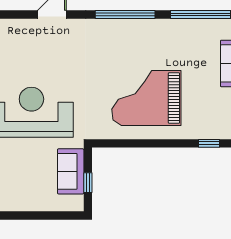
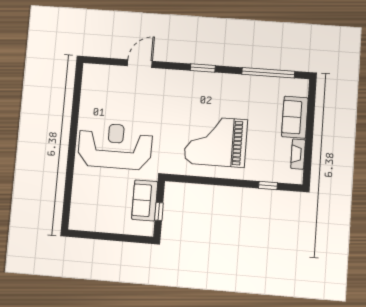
window: (125, 15) -> (203, 68), width x0.47

